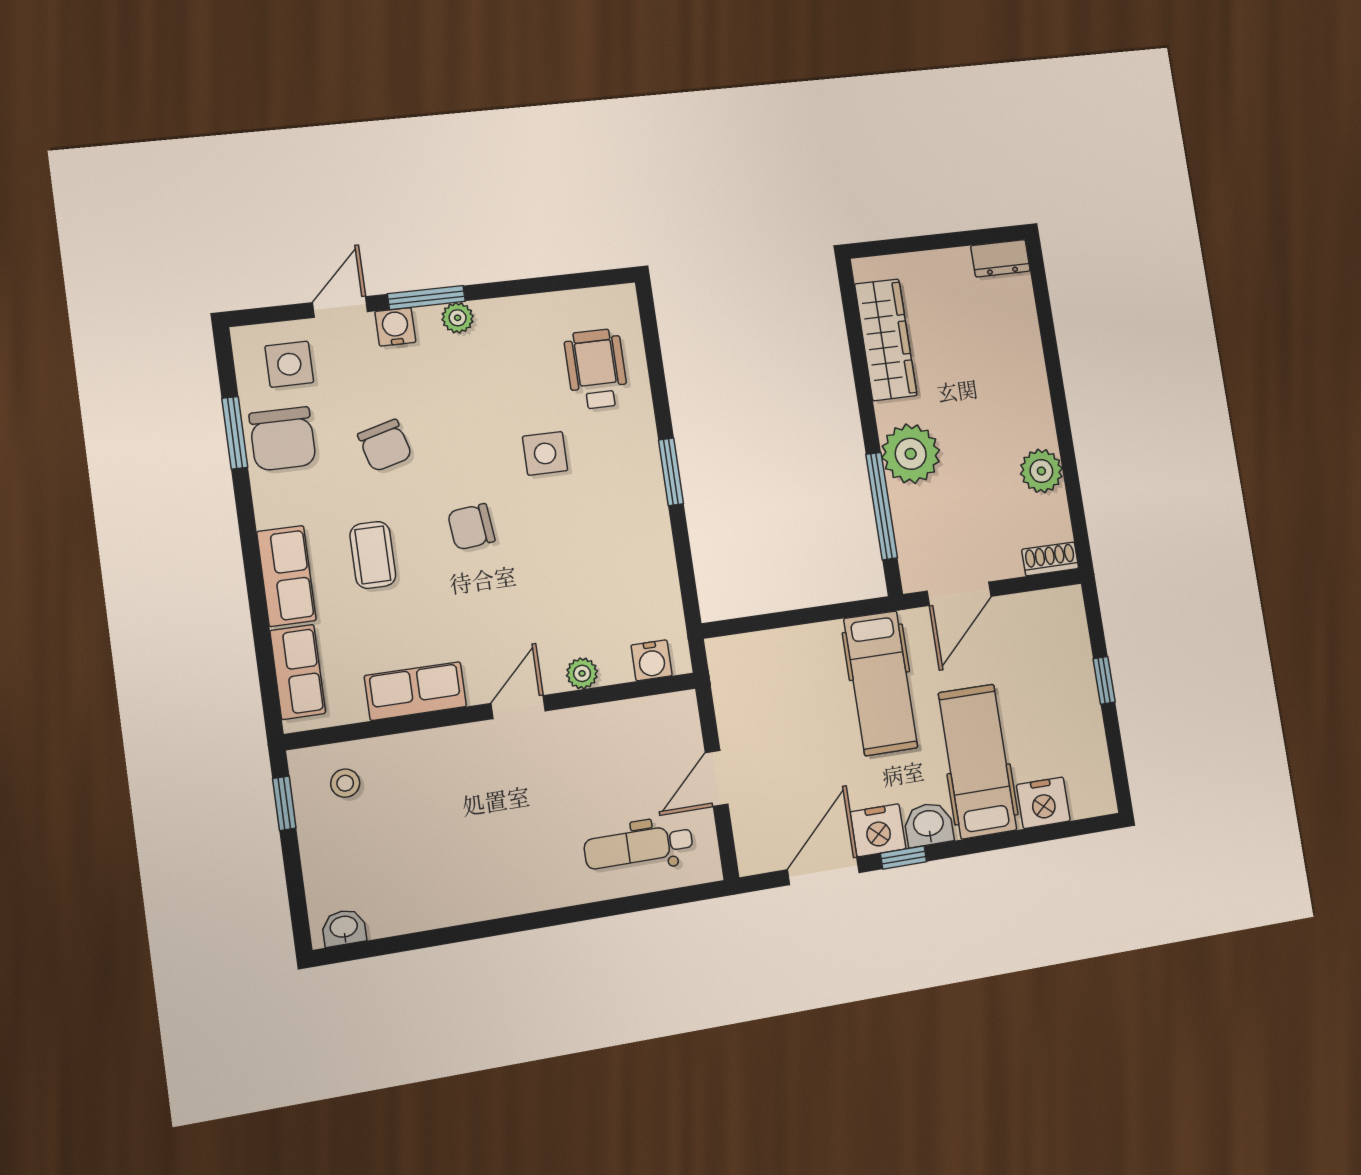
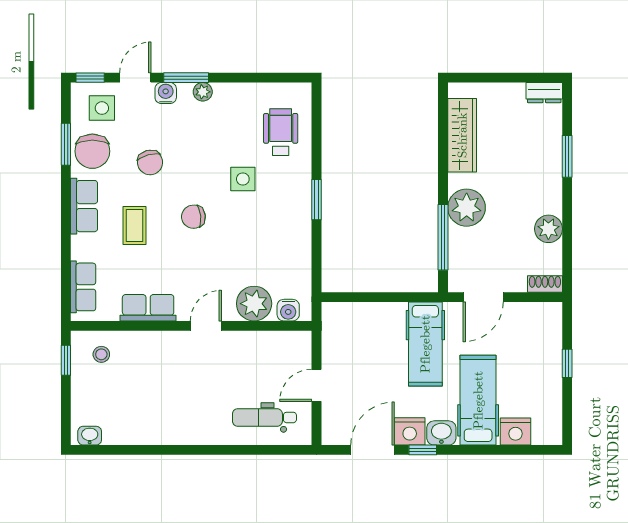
window: (262, 316) -> (90, 78), added
window: (1051, 354) -> (567, 156), added
row of seats: (286, 576) -> (84, 206), moved
plant: (582, 673) -> (254, 304), width x1.87, depth x1.87

